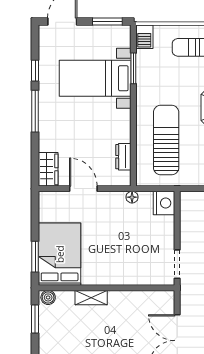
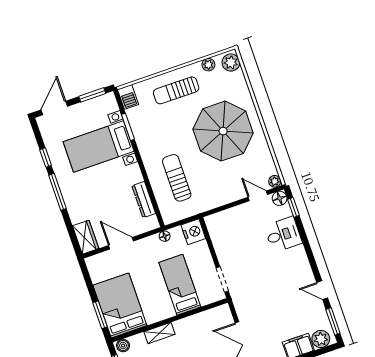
sun lounger: (166, 140) -> (177, 178), width x0.73, depth x0.75
dresser: (123, 157) -> (144, 200), width x1.44
bed: (130, 254) -> (180, 285), added

